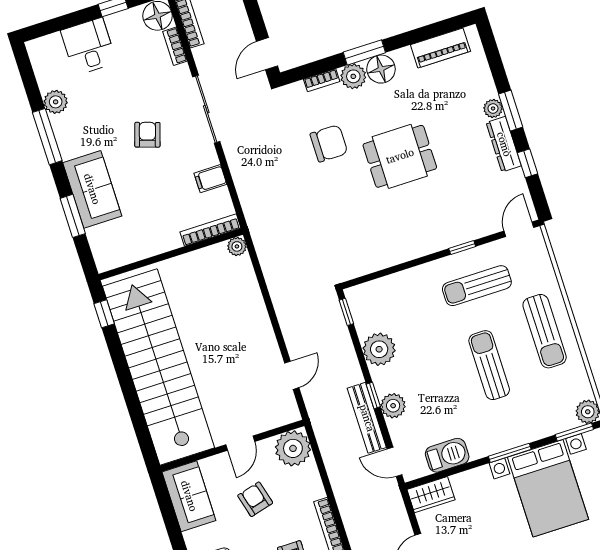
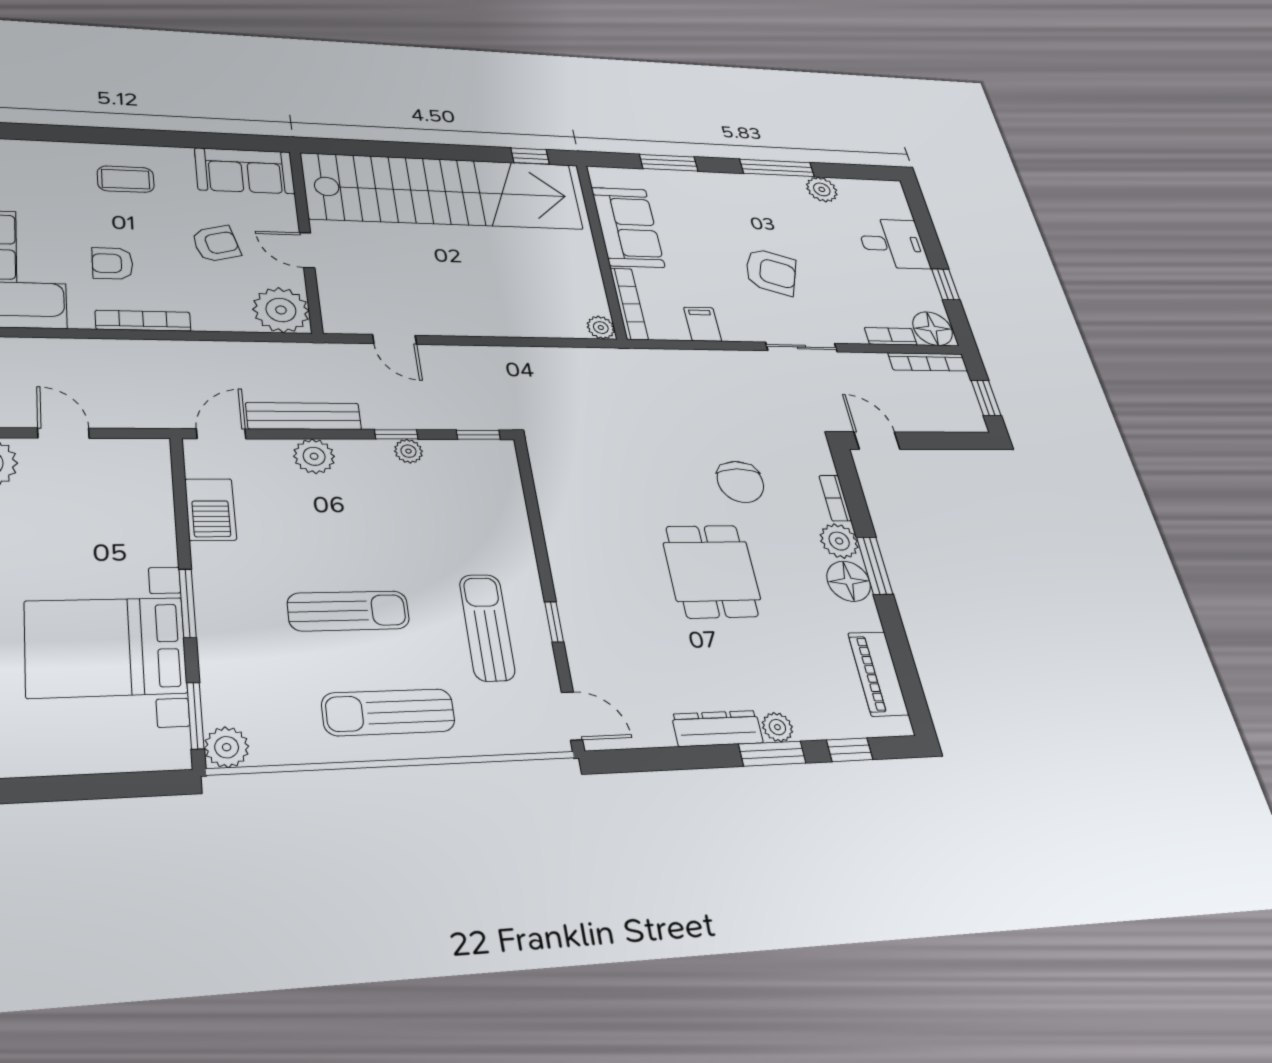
sliding door: (206, 109) -> (801, 347), width x0.73
armchair: (147, 135) -> (771, 272), width x1.38, depth x1.38
window: (527, 163) -> (850, 750), moved
sofa: (92, 189) -> (628, 227), moved, turned -90
plant: (379, 349) -> (408, 451), width x0.53, depth x0.53
window: (373, 395) -> (396, 434), moved
wardrobe: (431, 495) -> (151, 469), removed

